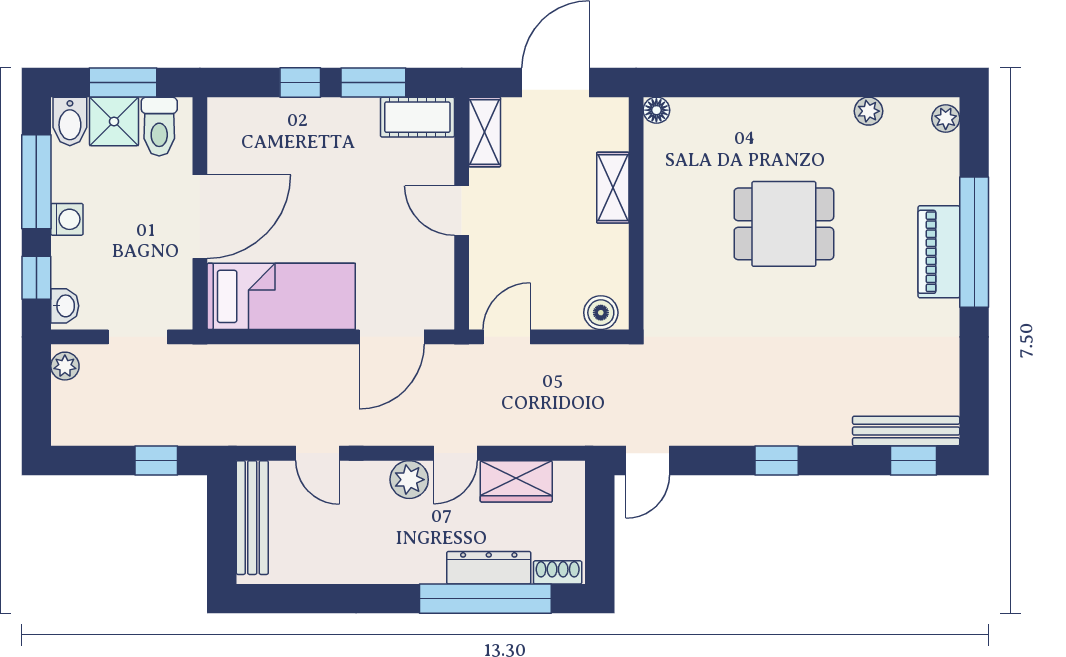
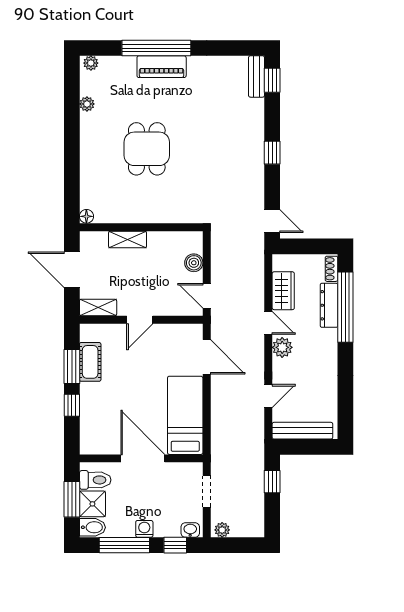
cot: (417, 117) -> (90, 362), moved
boiler: (601, 313) -> (194, 263), moved
bench: (906, 431) -> (257, 76), width x0.73

